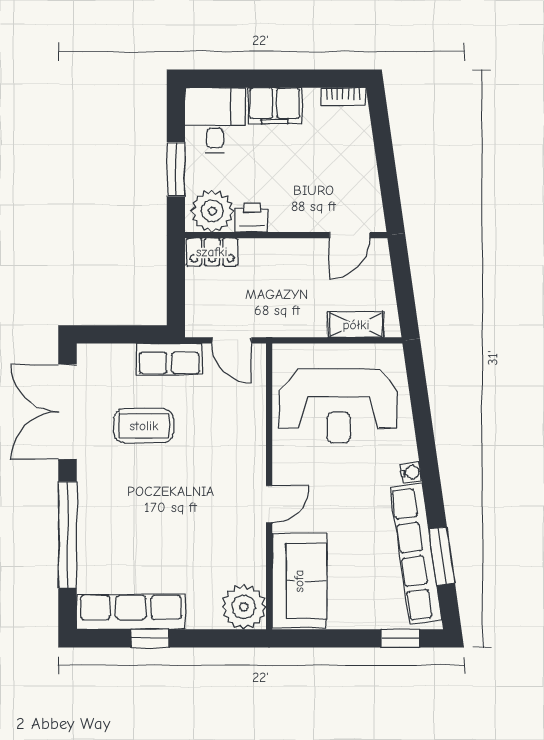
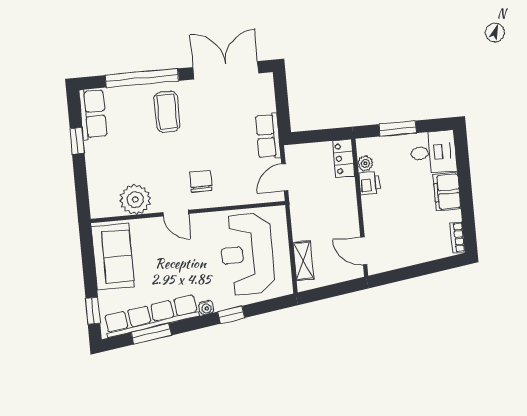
plant: (212, 211) -> (365, 163), width x0.53, depth x0.53
coffee table: (144, 426) -> (167, 112), moved
window: (425, 437) -> (231, 315), added
chair: (226, 463) -> (201, 181), added
sofa: (299, 581) -> (113, 257), moved, turned -90
plant: (244, 607) -> (135, 200), moved
row of seats: (131, 612) -> (93, 114), width x0.68

